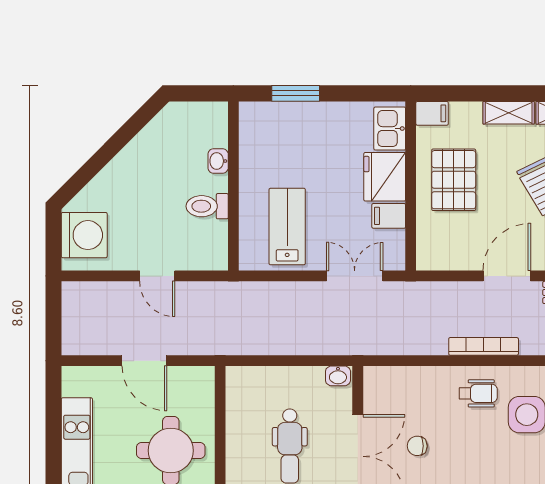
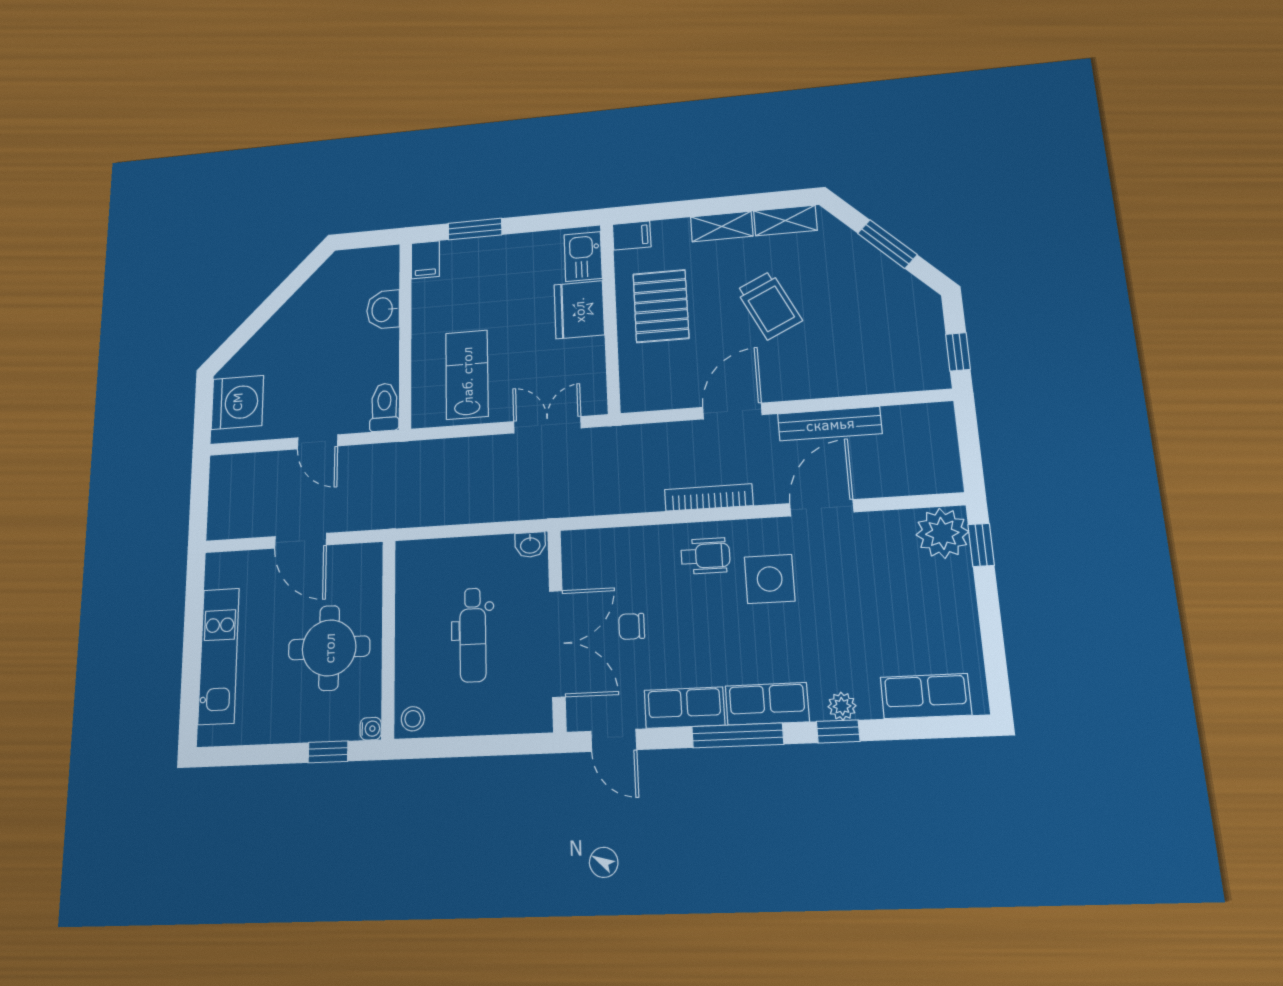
washbasin: (218, 161) -> (383, 310), width x1.38, depth x1.45
toilet: (207, 206) -> (384, 407), moved, turned 90
filing cabinet: (389, 216) -> (425, 260), moved, turned -90

